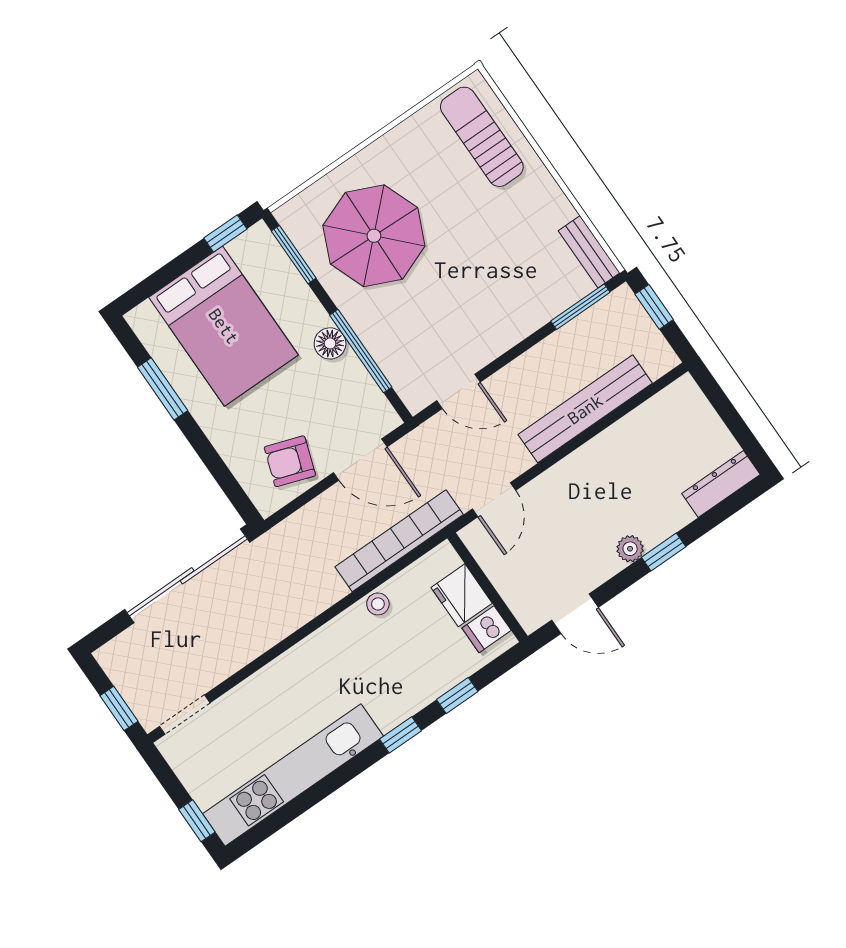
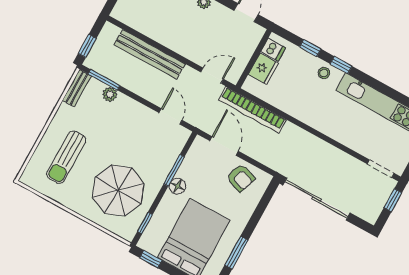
sun lounger: (482, 137) -> (66, 157), moved
window: (294, 255) -> (145, 223), width x0.67
plant: (550, 304) -> (110, 94), added
window: (361, 351) -> (174, 170), width x0.69
stool: (378, 604) -> (324, 73), moved

